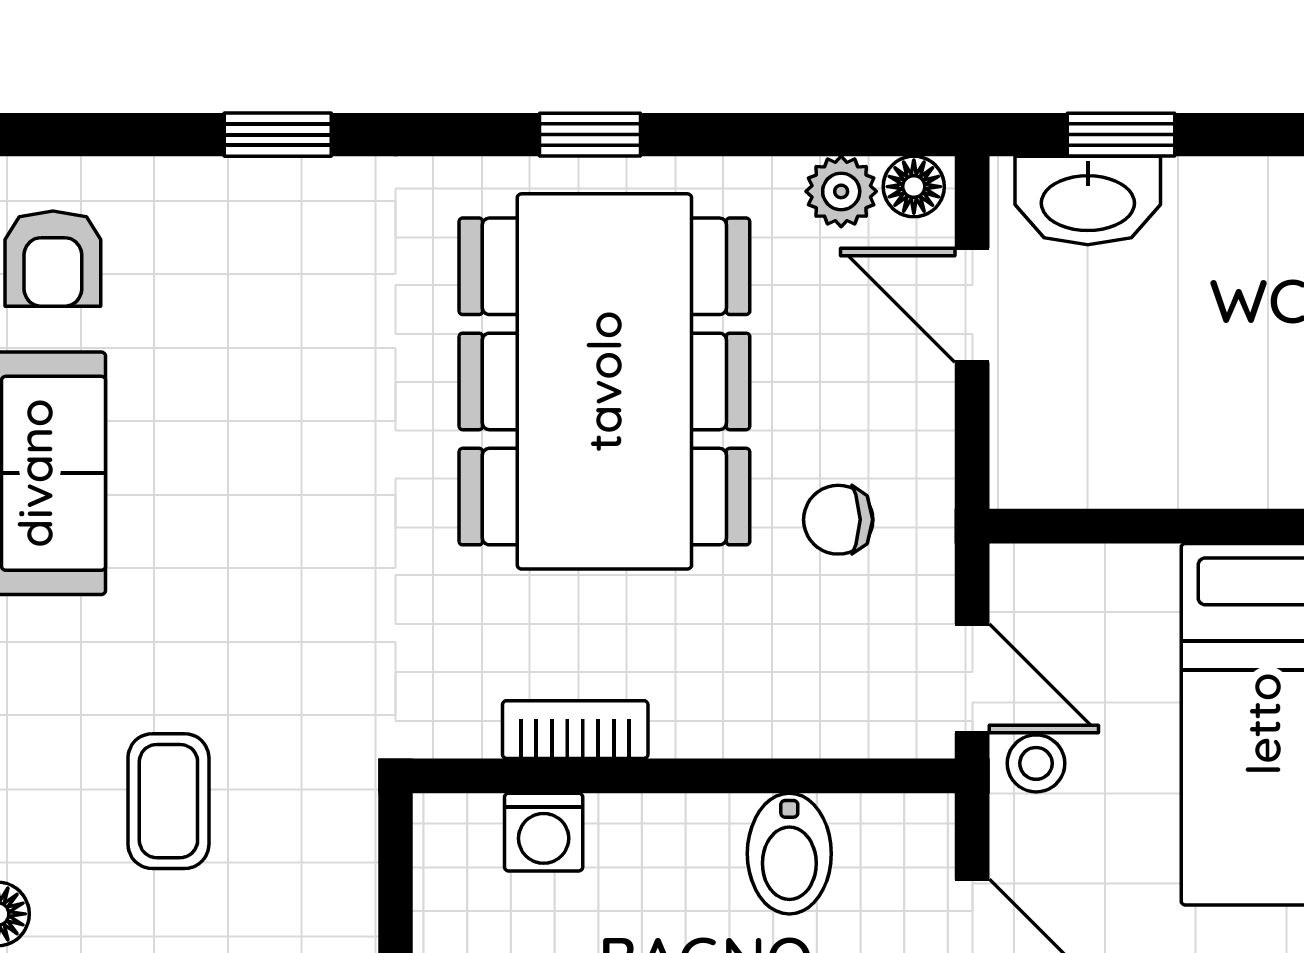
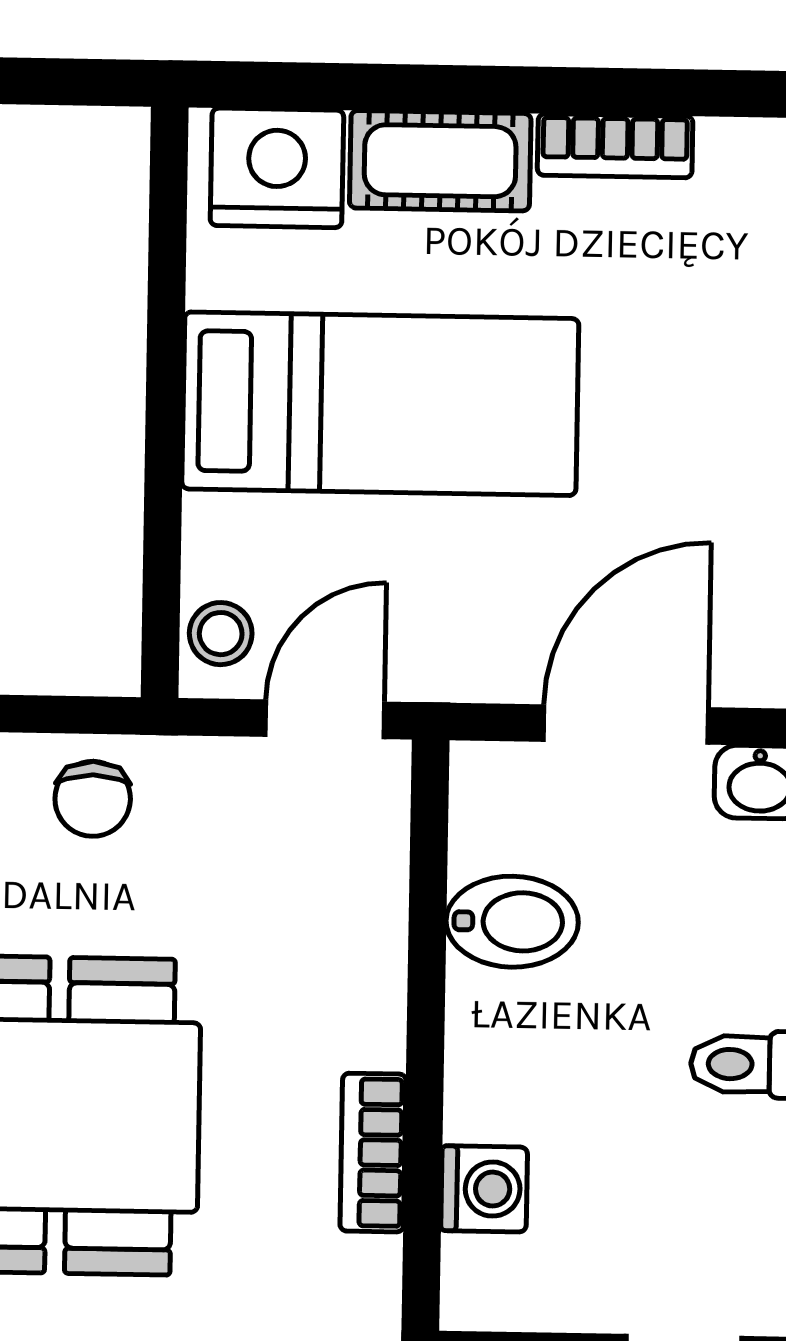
chair: (838, 520) -> (93, 799), moved
stool: (1036, 763) -> (221, 634), moved

